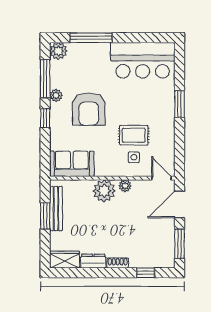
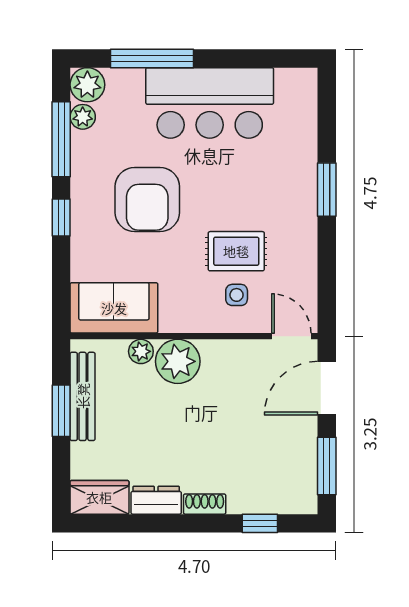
bar counter: (143, 60) -> (210, 103), moved
plant: (56, 95) -> (83, 117), moved
plant: (125, 186) -> (141, 351), moved

